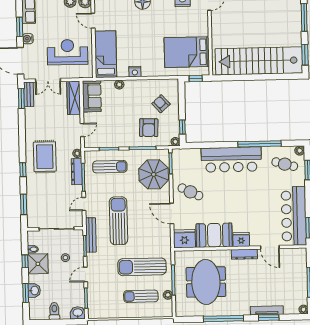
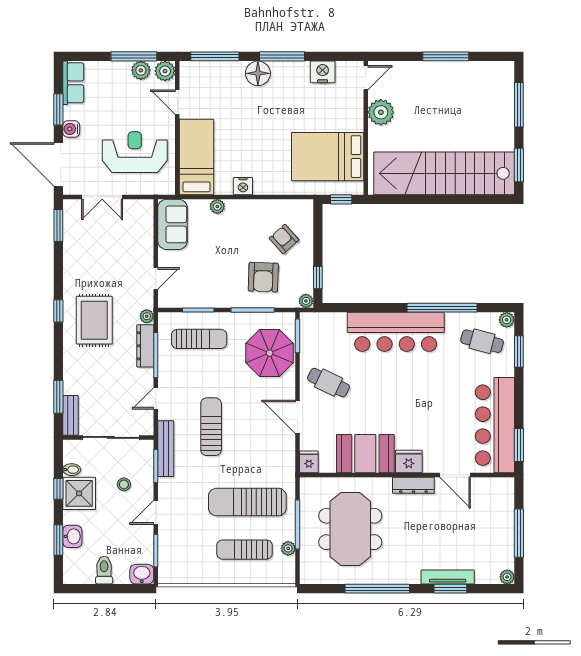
plant: (219, 24) -> (381, 112), added
bench: (29, 94) -> (70, 415), moved
wardrobe: (74, 98) -> (143, 226), removed
window: (23, 170) -> (58, 311), moved
sun lounger: (118, 221) -> (211, 427), width x0.73, depth x0.75
fridge: (184, 239) -> (309, 462), width x0.53, depth x0.75

